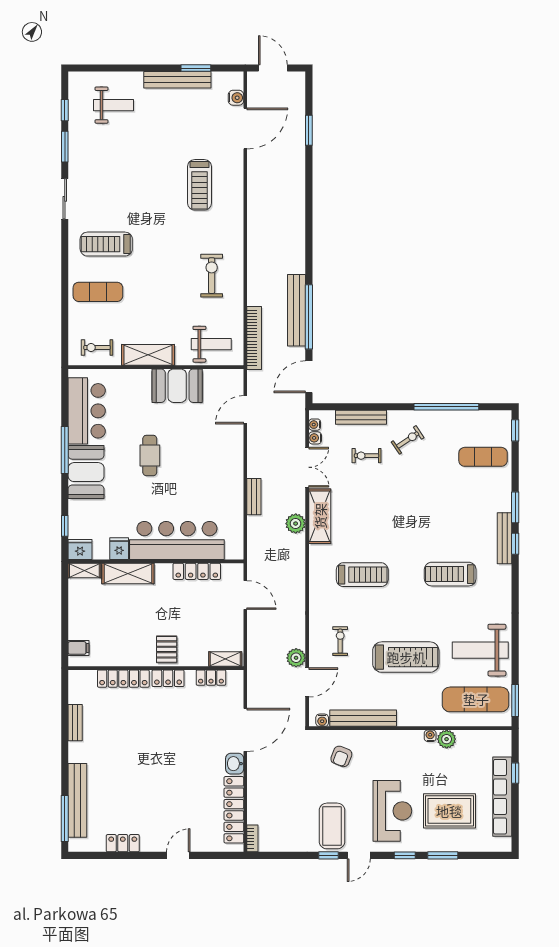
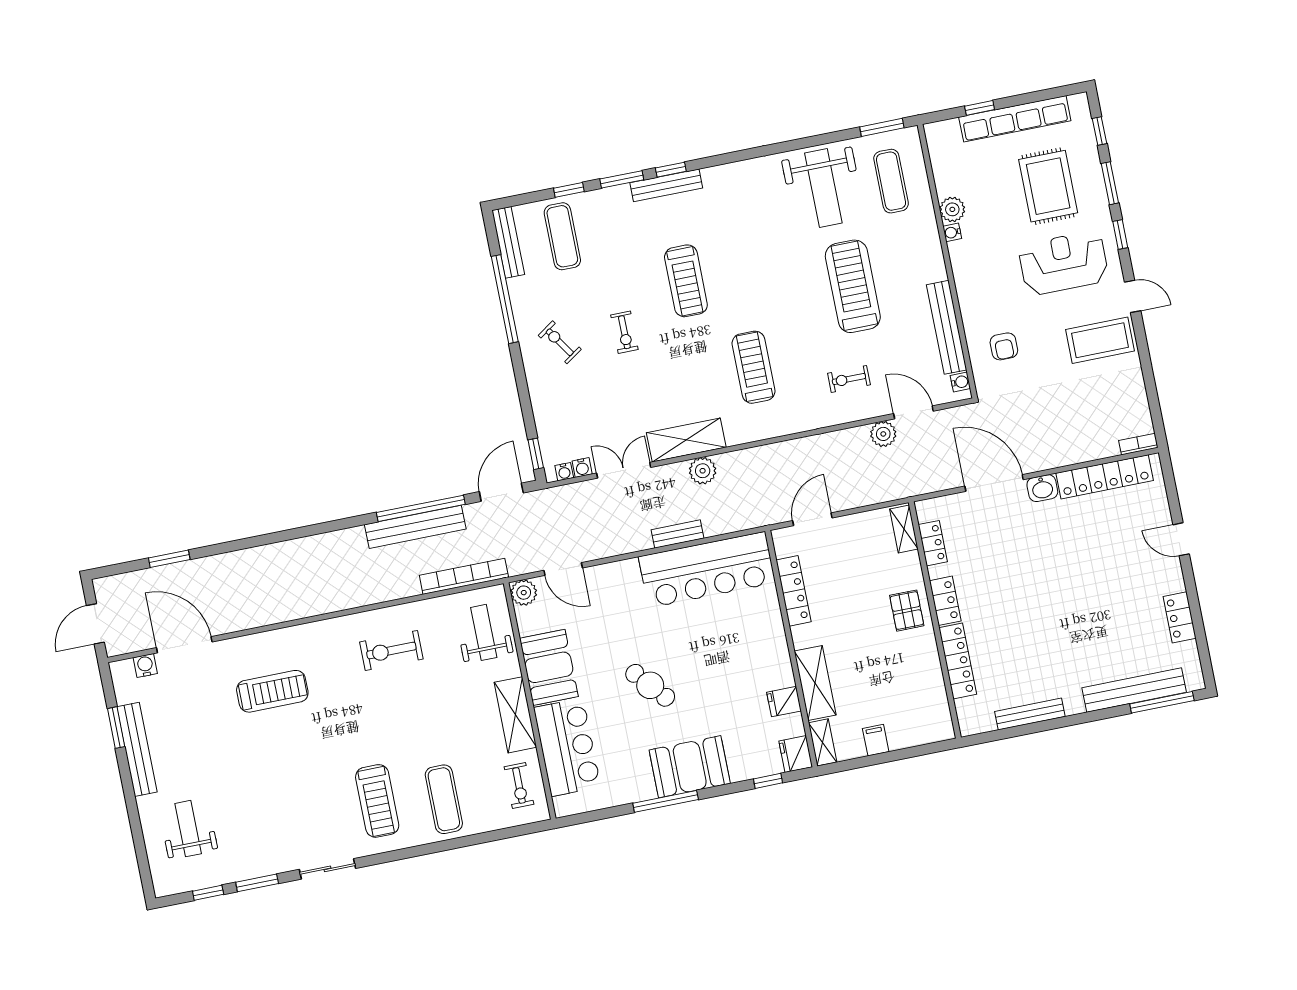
door: (309, 377) -> (501, 492), swing flipped
plant: (234, 378) -> (524, 593), added
window: (331, 407) -> (536, 454), added
bar counter: (87, 411) -> (567, 747), moved, turned 90
bench: (361, 417) -> (508, 242), moved
window: (515, 430) -> (569, 190), moved
cafe table: (150, 455) -> (650, 685), turned 49
exercise bike: (367, 456) -> (624, 332), moved
bar counter: (177, 540) -> (707, 570), moved, turned -90
treadmill: (450, 574) -> (686, 281), moved
filing cabinet: (78, 648) -> (876, 740), moved
pallet: (167, 649) -> (907, 611), turned 90
exercise mat: (476, 699) -> (891, 181), width x0.73, depth x0.69
bench: (75, 723) -> (1030, 714), width x1.36
armchair: (341, 756) -> (1004, 346), turned 69
window: (329, 855) -> (1099, 131), moved

